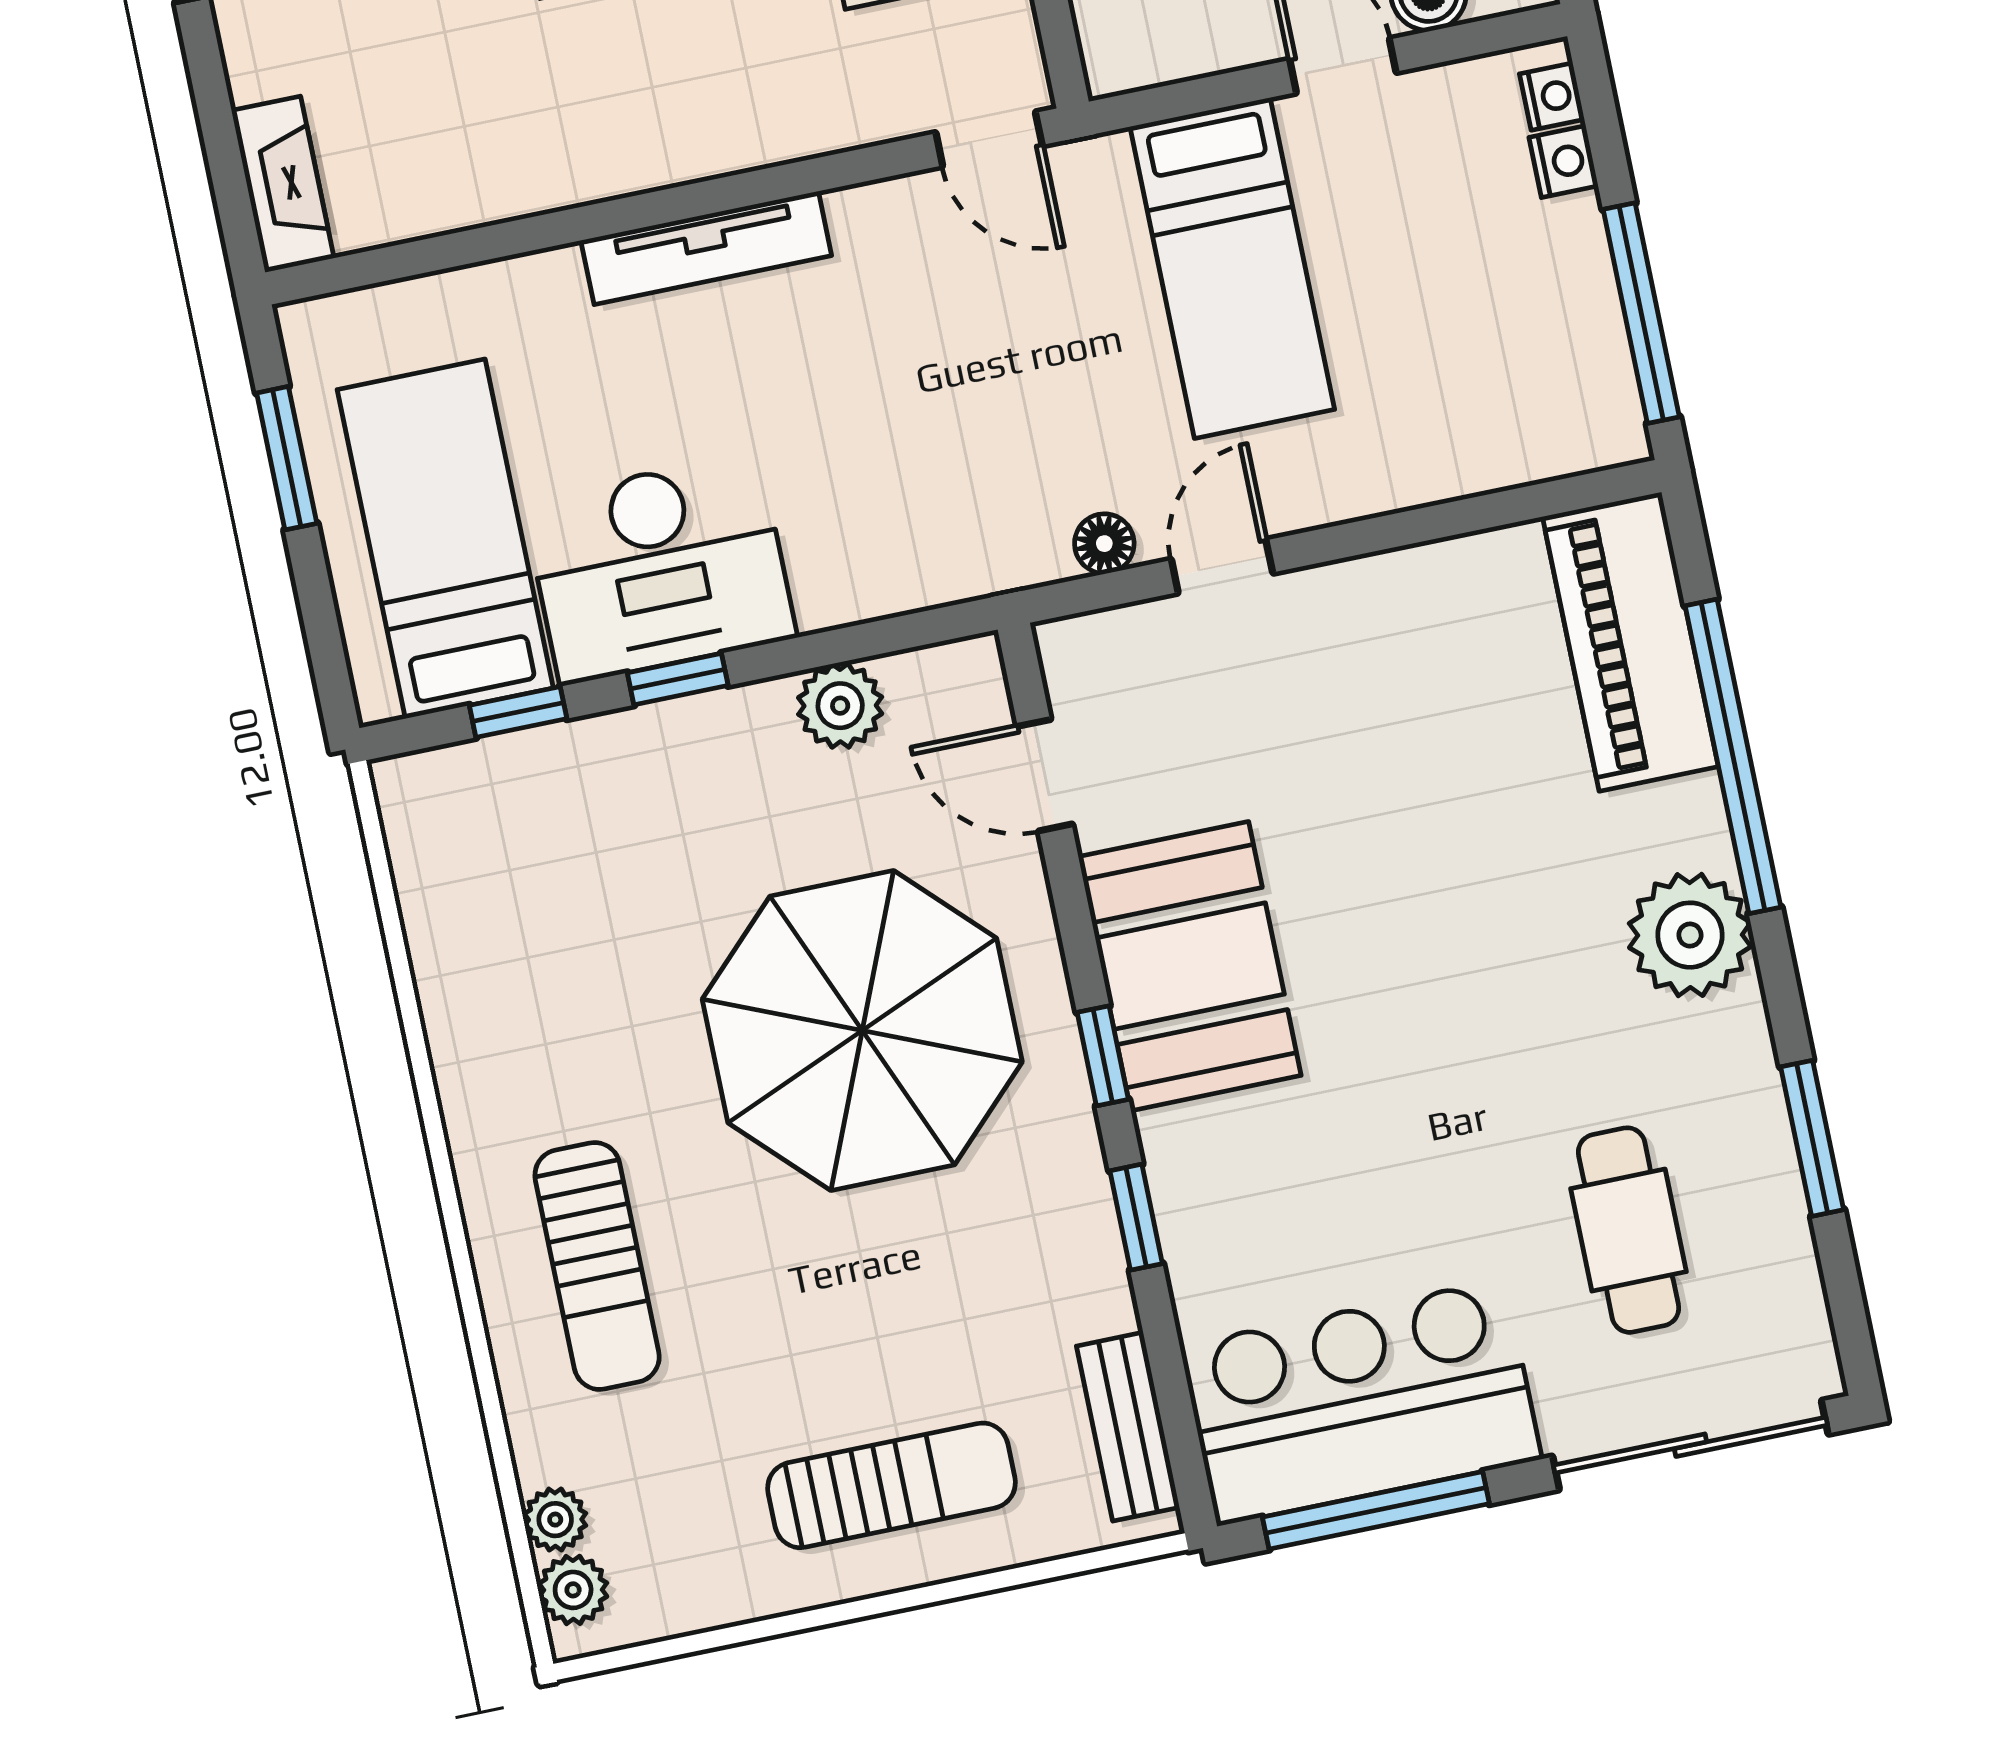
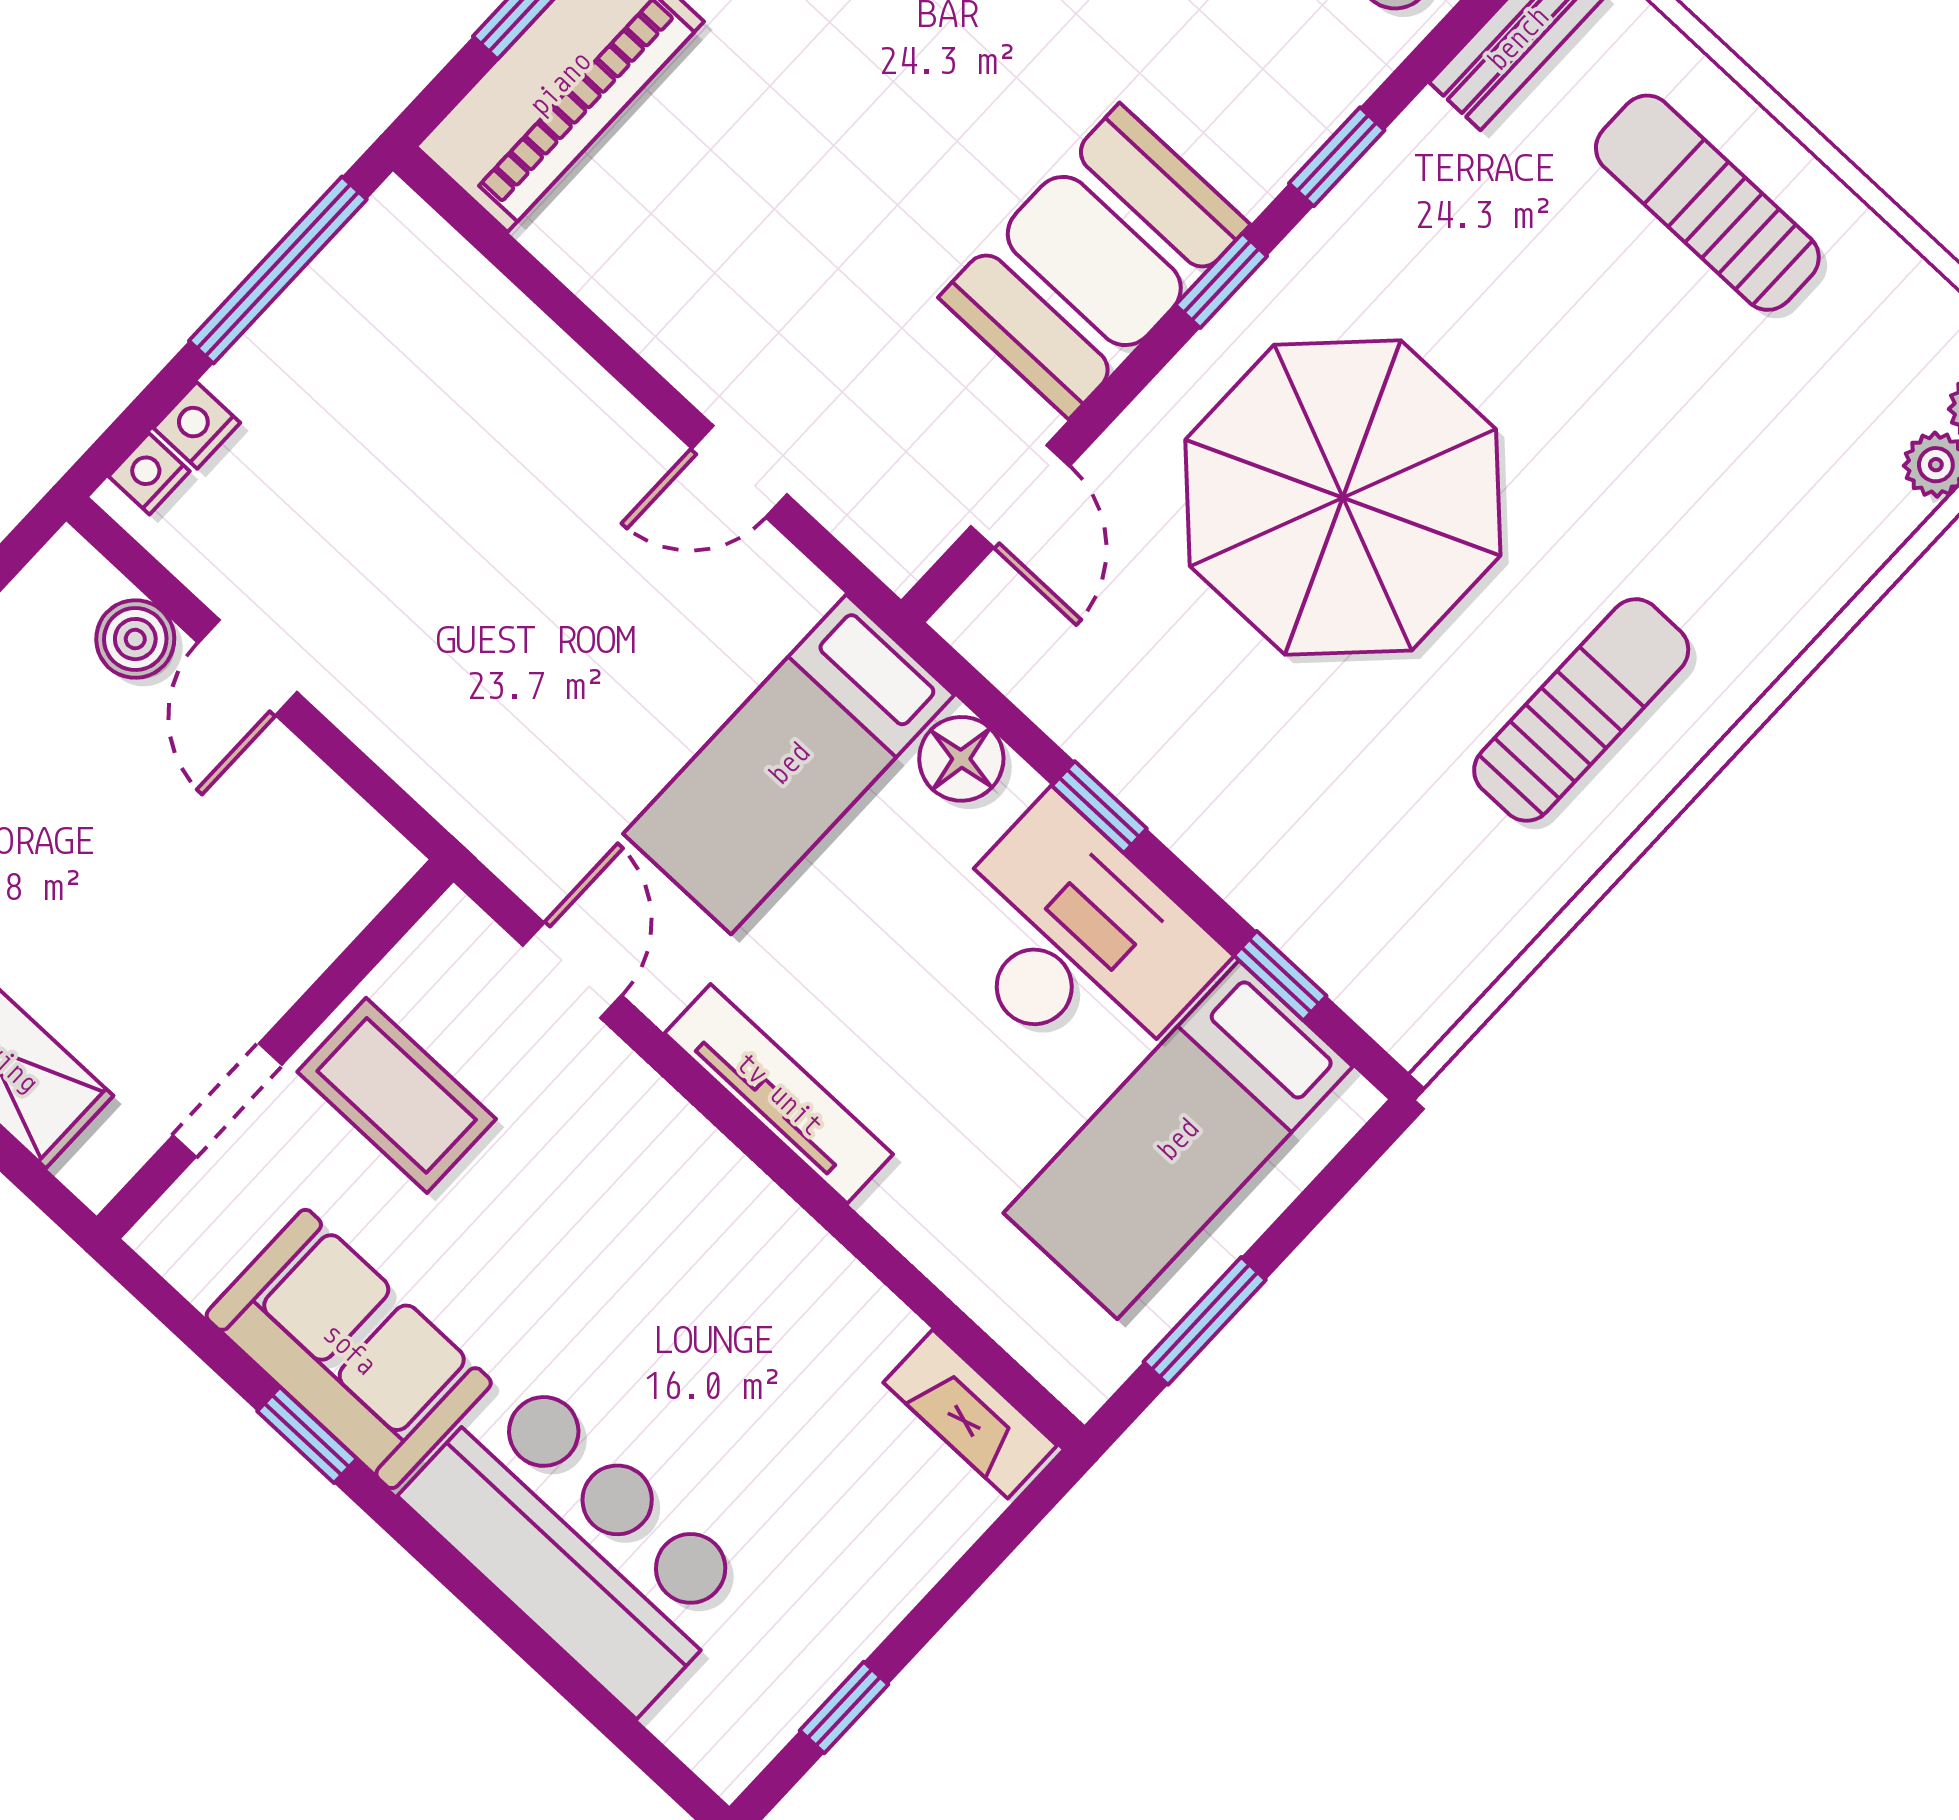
door: (989, 139) -> (572, 970), moved
fireplace: (283, 184) -> (970, 1414), moved, turned -90
bed: (1232, 268) -> (789, 764), moved, turned 180
floor lamp: (1104, 544) -> (961, 759), moved, width x1.37, depth x1.37
window: (678, 679) -> (1099, 807), moved
plant: (840, 706) -> (1083, 709), removed
sun lounger: (597, 1266) -> (1581, 710), moved

